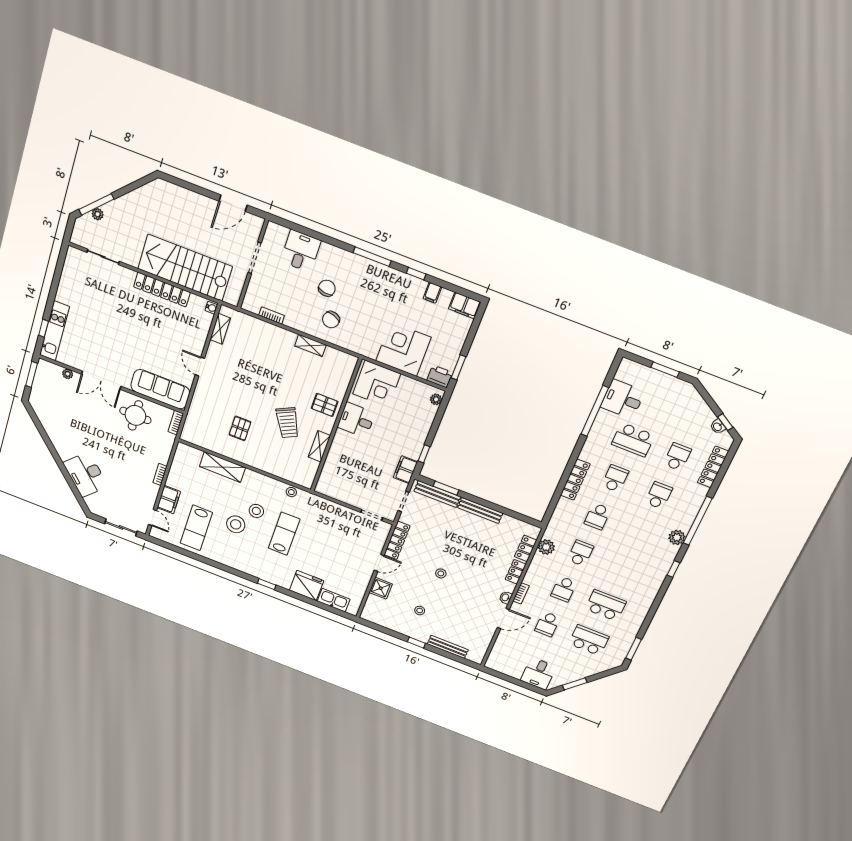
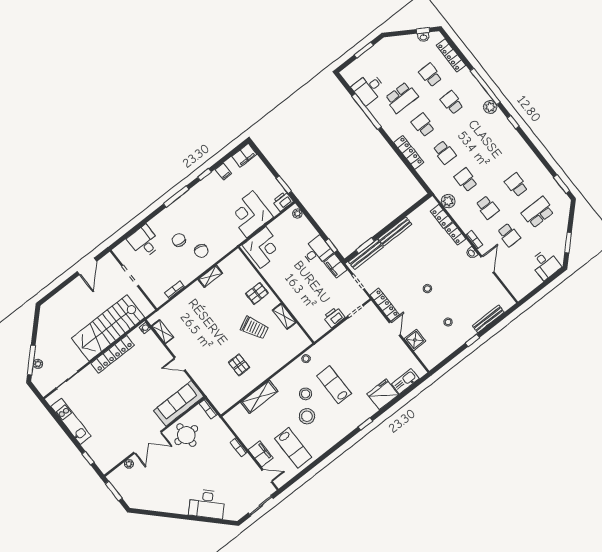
kitchen unit: (54, 331) -> (71, 421), moved
desk: (356, 420) -> (317, 251), moved, turned 180
printer: (351, 497) -> (334, 317), added
school desk: (606, 605) -> (516, 185), width x0.54

